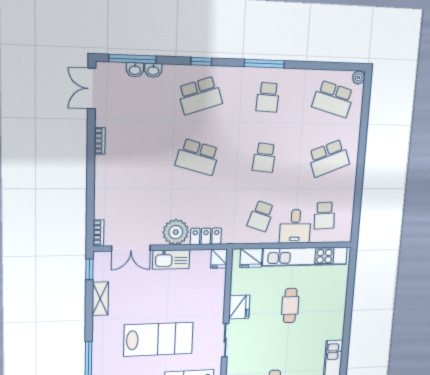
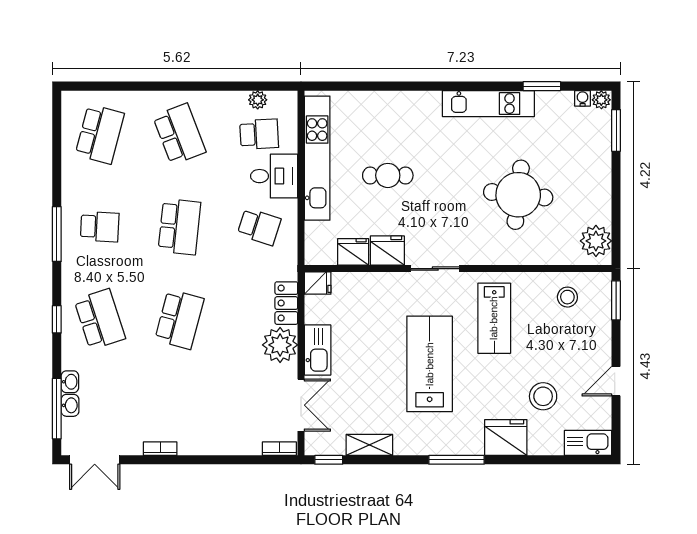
plant: (359, 77) -> (258, 100), moved
school desk: (264, 158) -> (179, 227), width x1.85
fridge: (251, 258) -> (353, 252), moved, turned -90

